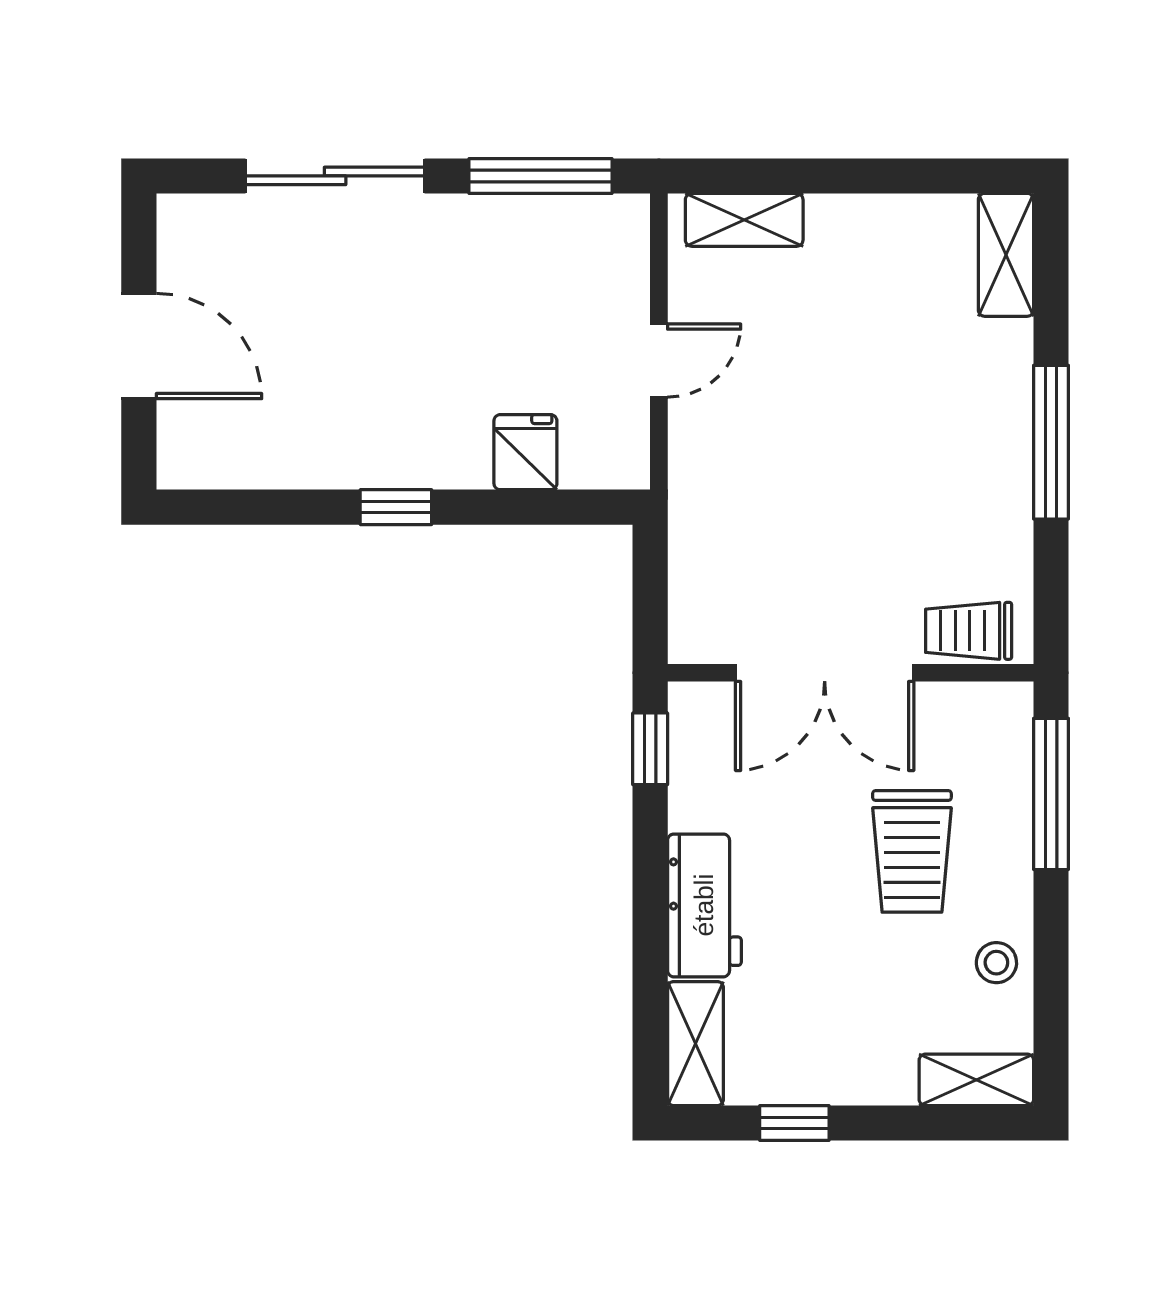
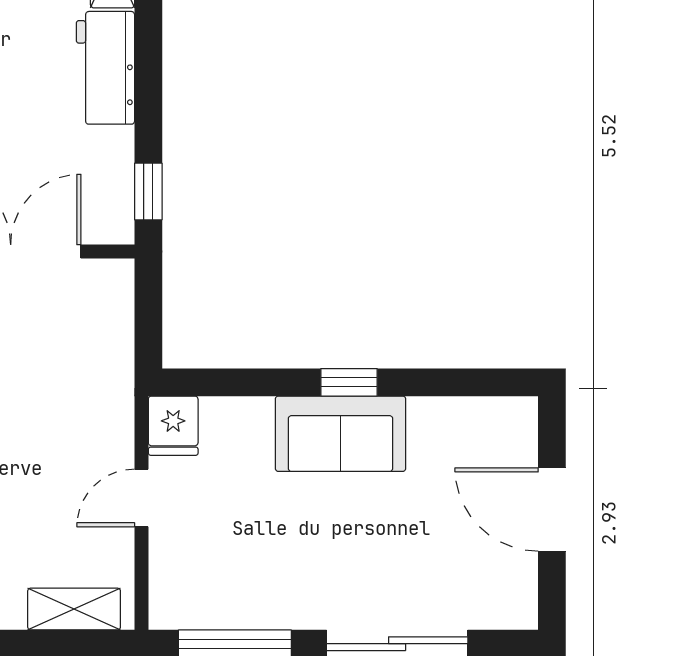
sofa: (407, 442) -> (341, 434), added
fridge: (525, 452) -> (173, 426), moved

